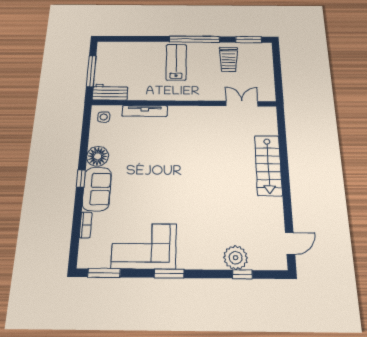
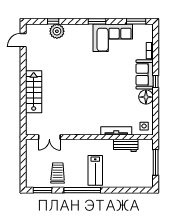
workbench: (110, 92) -> (126, 145), moved

